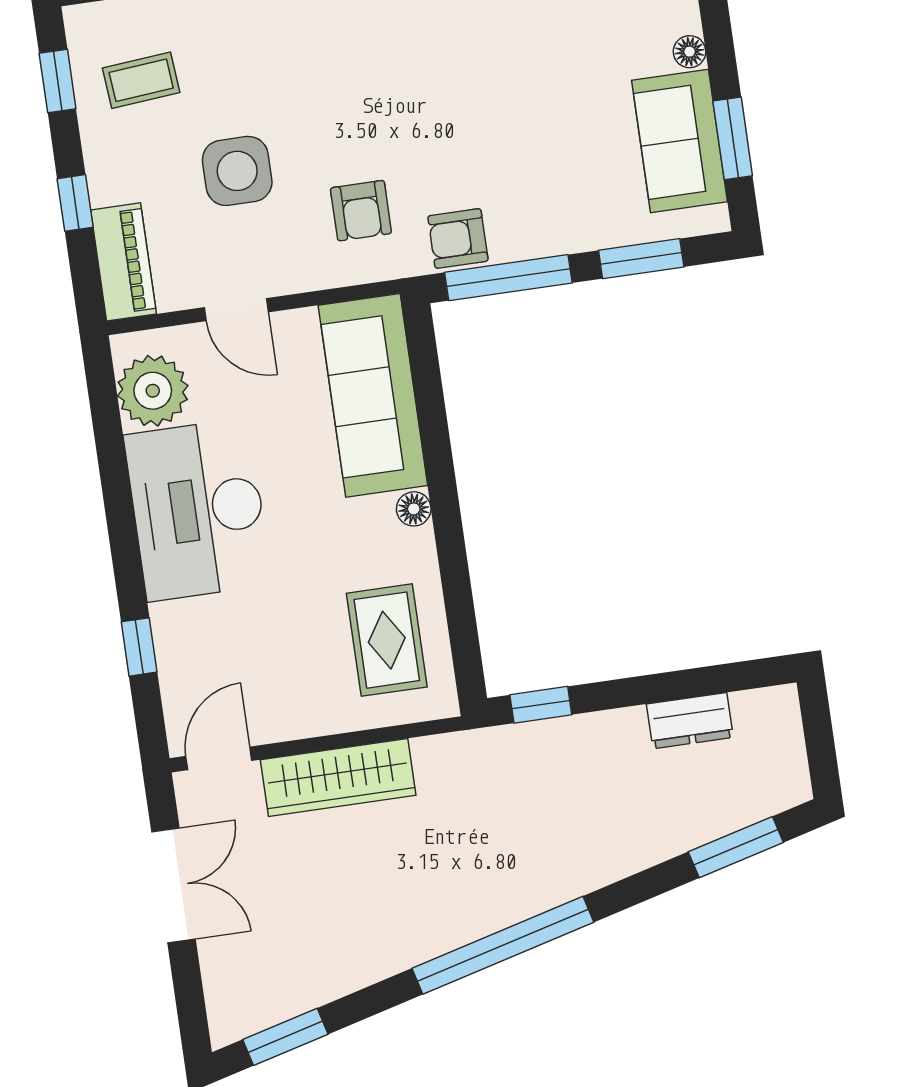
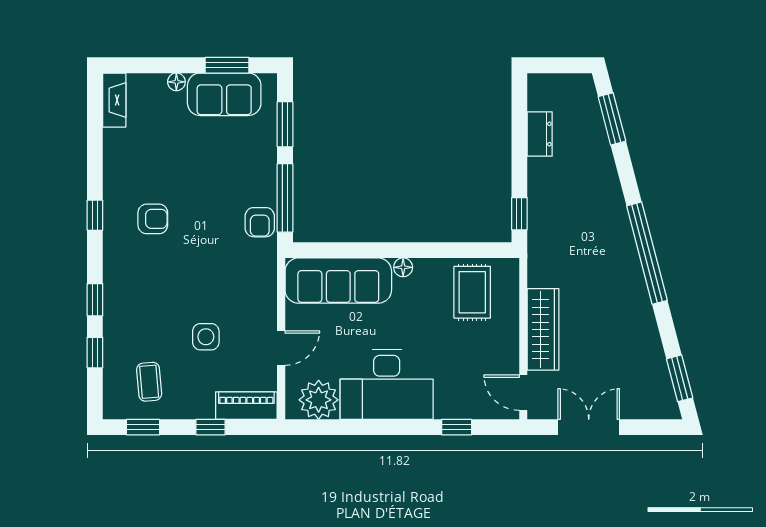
side table: (237, 171) -> (206, 337), width x0.73, depth x0.73
armchair: (361, 211) -> (153, 219), moved
rug: (387, 640) -> (472, 292), turned 90

